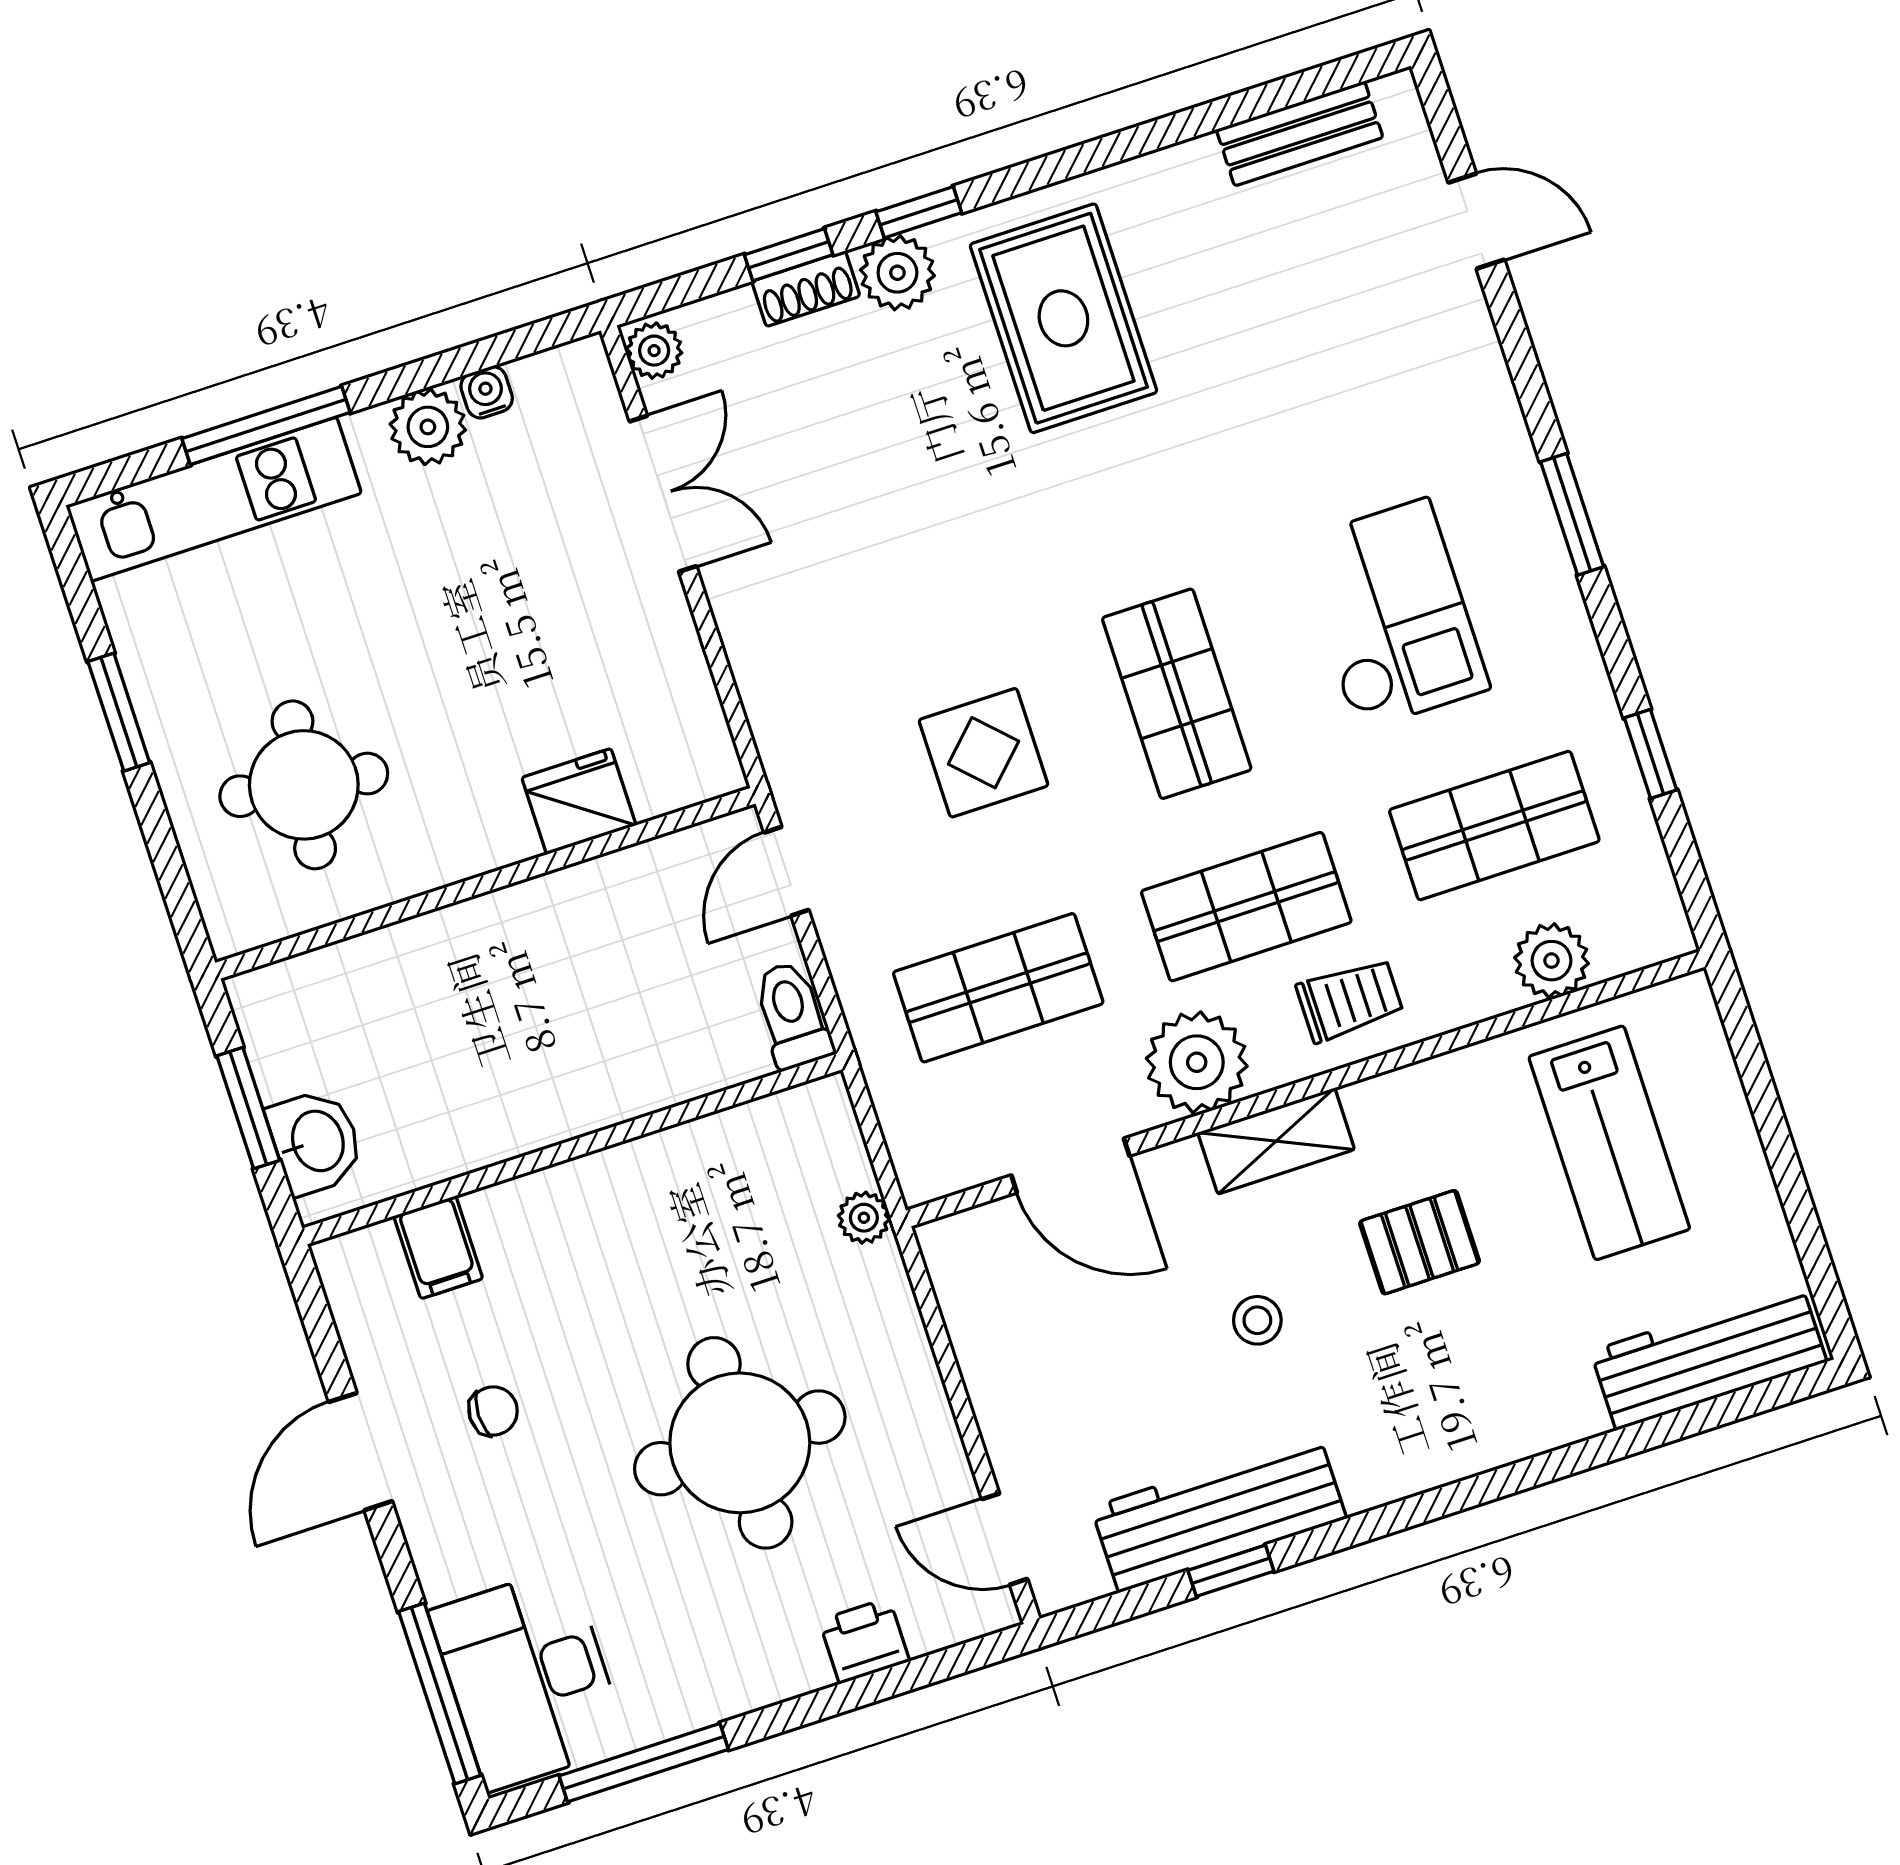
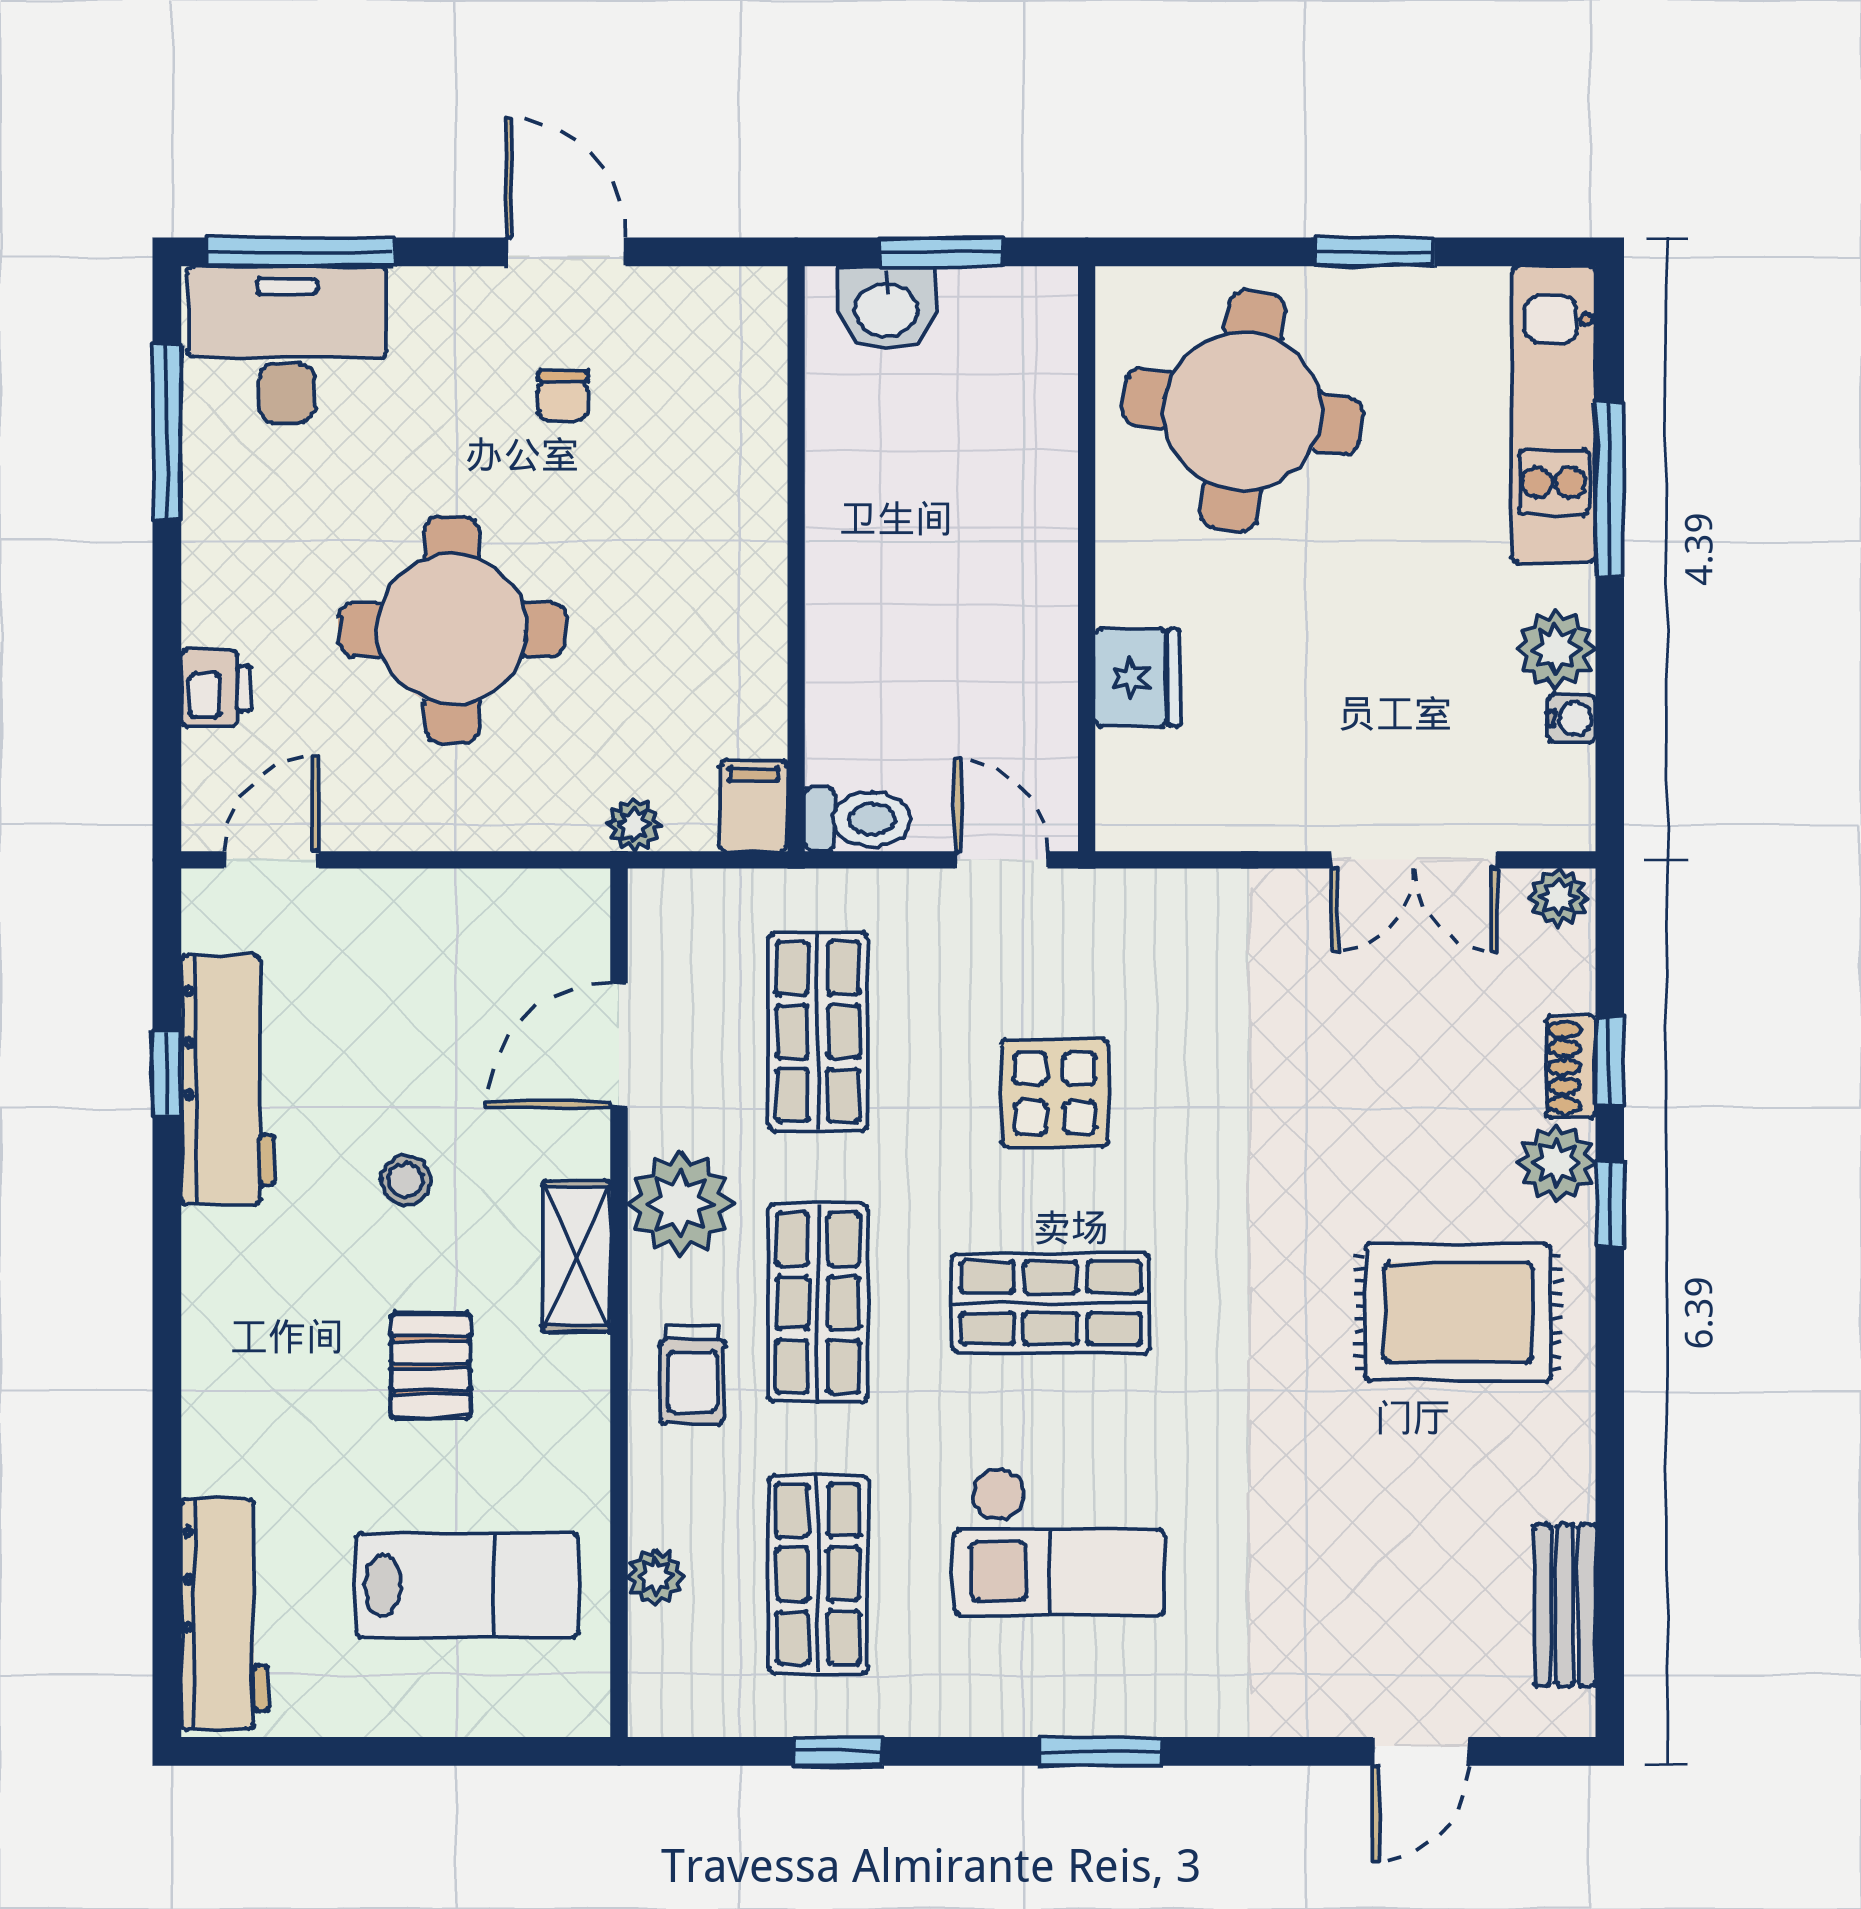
round table: (304, 785) -> (1243, 411), width x1.36, depth x1.36
plant: (1552, 961) -> (656, 1576), width x0.73, depth x0.73
lab bench: (1609, 1143) -> (467, 1585), turned 180
filing cabinet: (438, 1247) -> (754, 806), moved, turned 90

